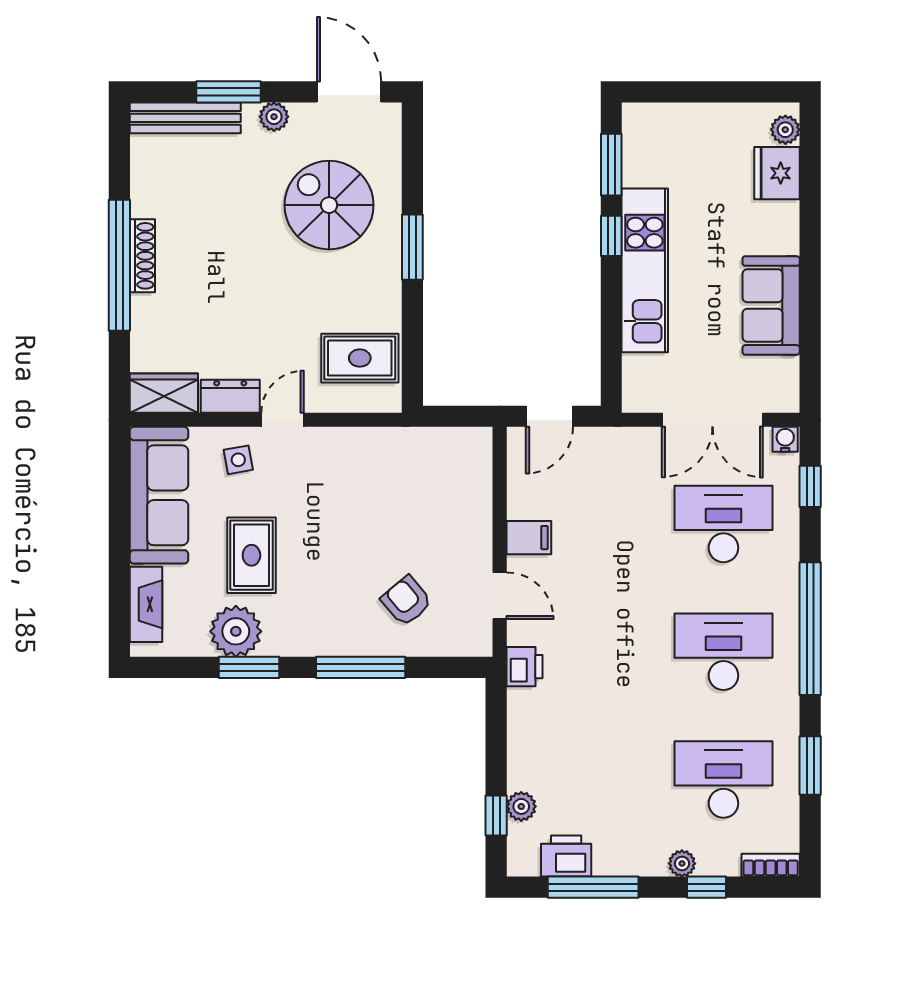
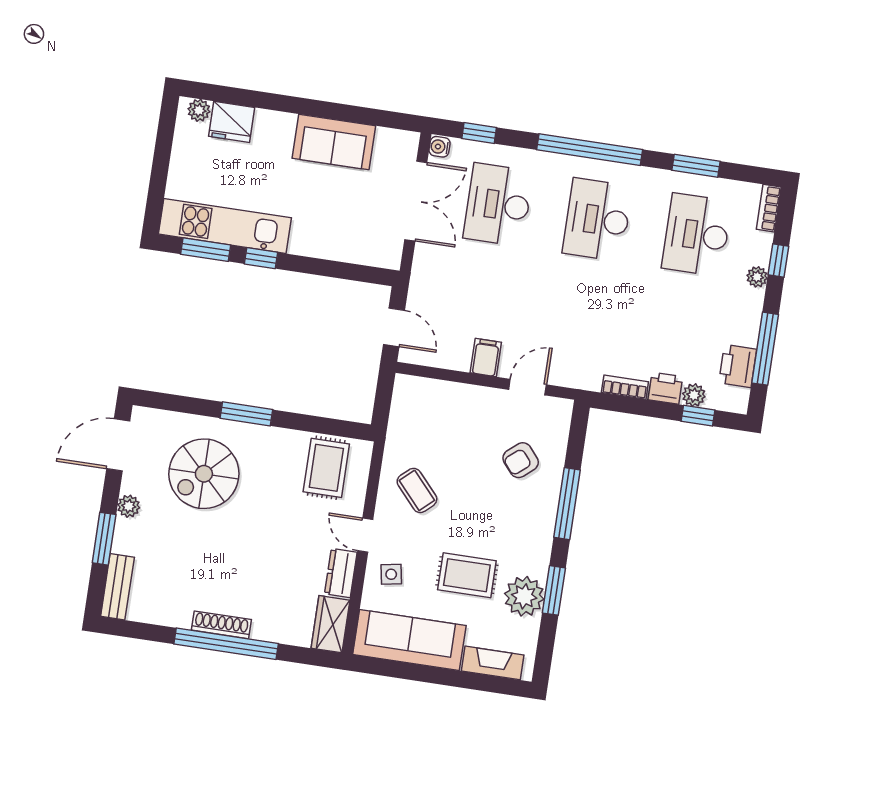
bench: (185, 118) -> (117, 587), width x0.73
kitchen unit: (645, 270) -> (225, 226), moved
coffee table: (349, 476) -> (417, 490), added
printer: (525, 667) -> (665, 388), moved
bookcase: (518, 718) -> (625, 387), added

